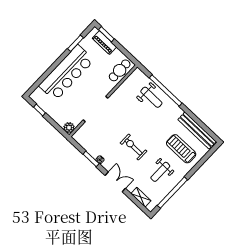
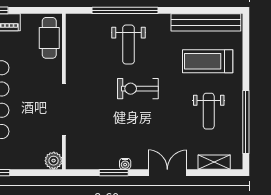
weight bench: (151, 97) -> (129, 45), moved, turned 90
exercise bike: (133, 147) -> (138, 89), moved

